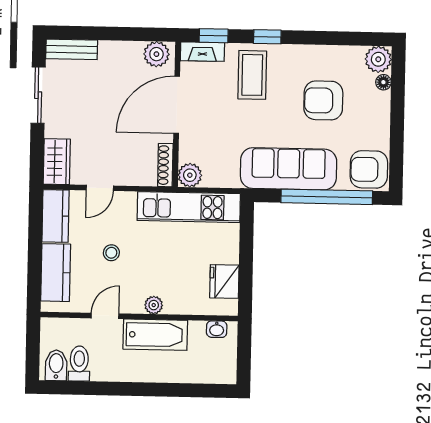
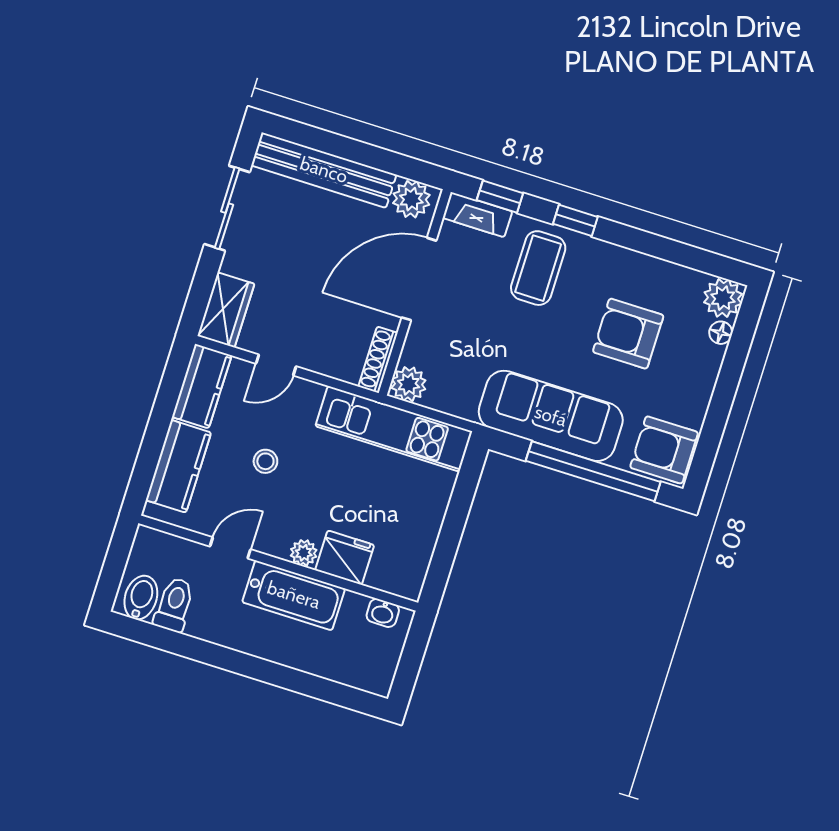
bench: (72, 49) -> (324, 170), width x1.86, depth x1.21
fridge: (224, 281) -> (345, 558), moved, turned 90

